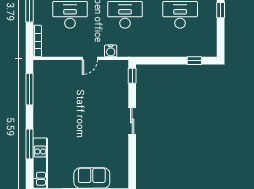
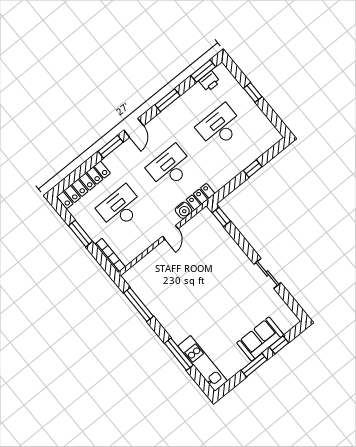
locker: (129, 51) -> (201, 197), added
window: (194, 61) -> (253, 169), moved
sliding door: (132, 121) -> (267, 273), moved

